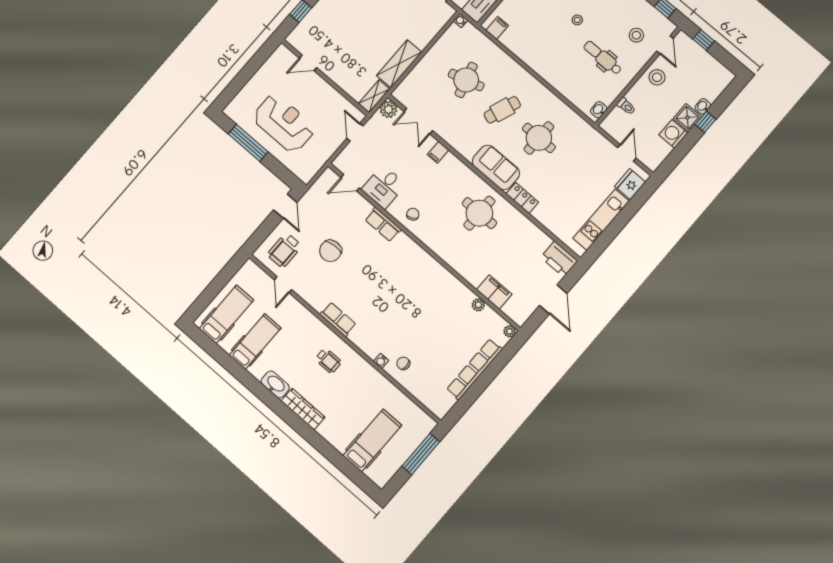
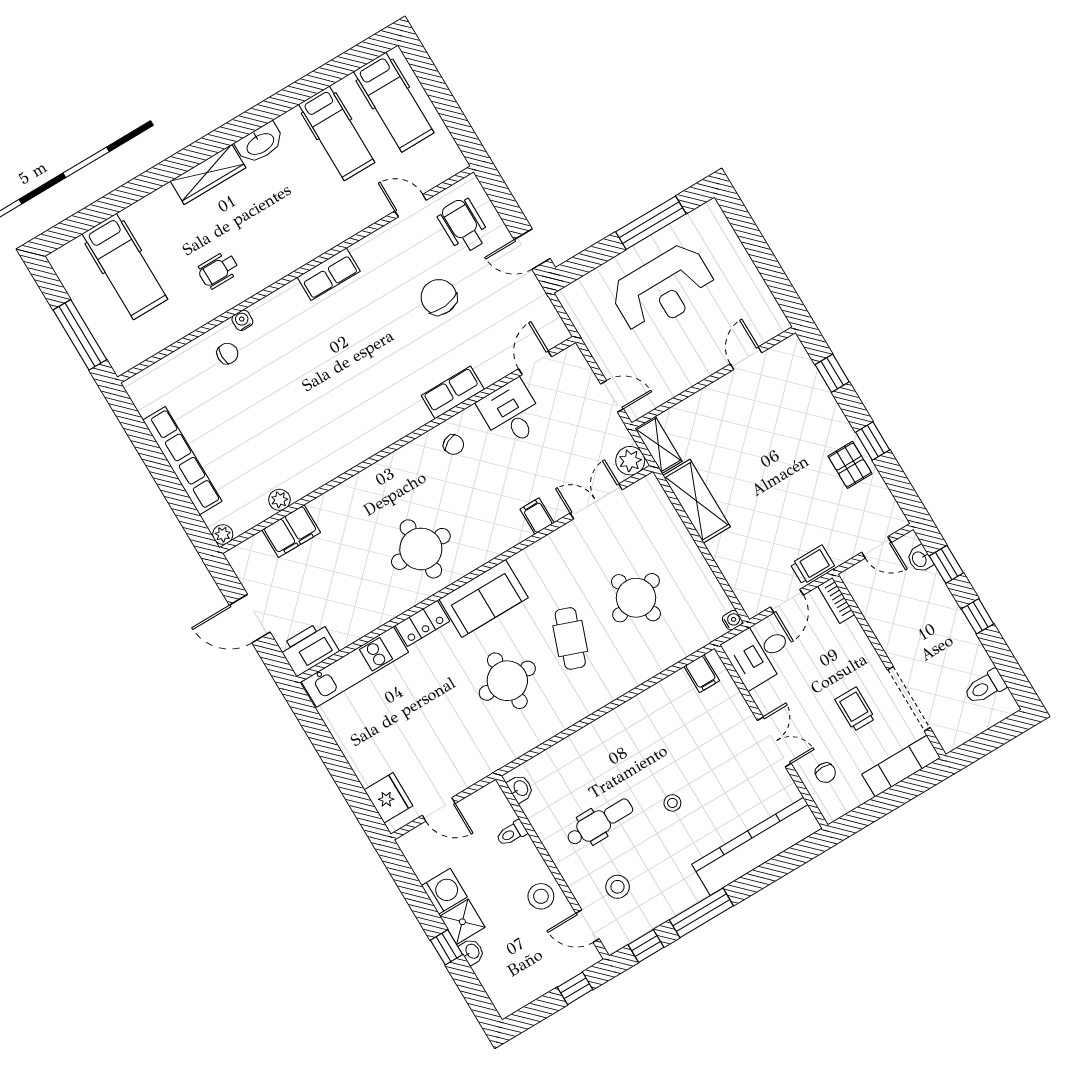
kitchen unit: (601, 220) -> (355, 667), moved, turned 90
wheelchair: (328, 361) -> (218, 270), moved

